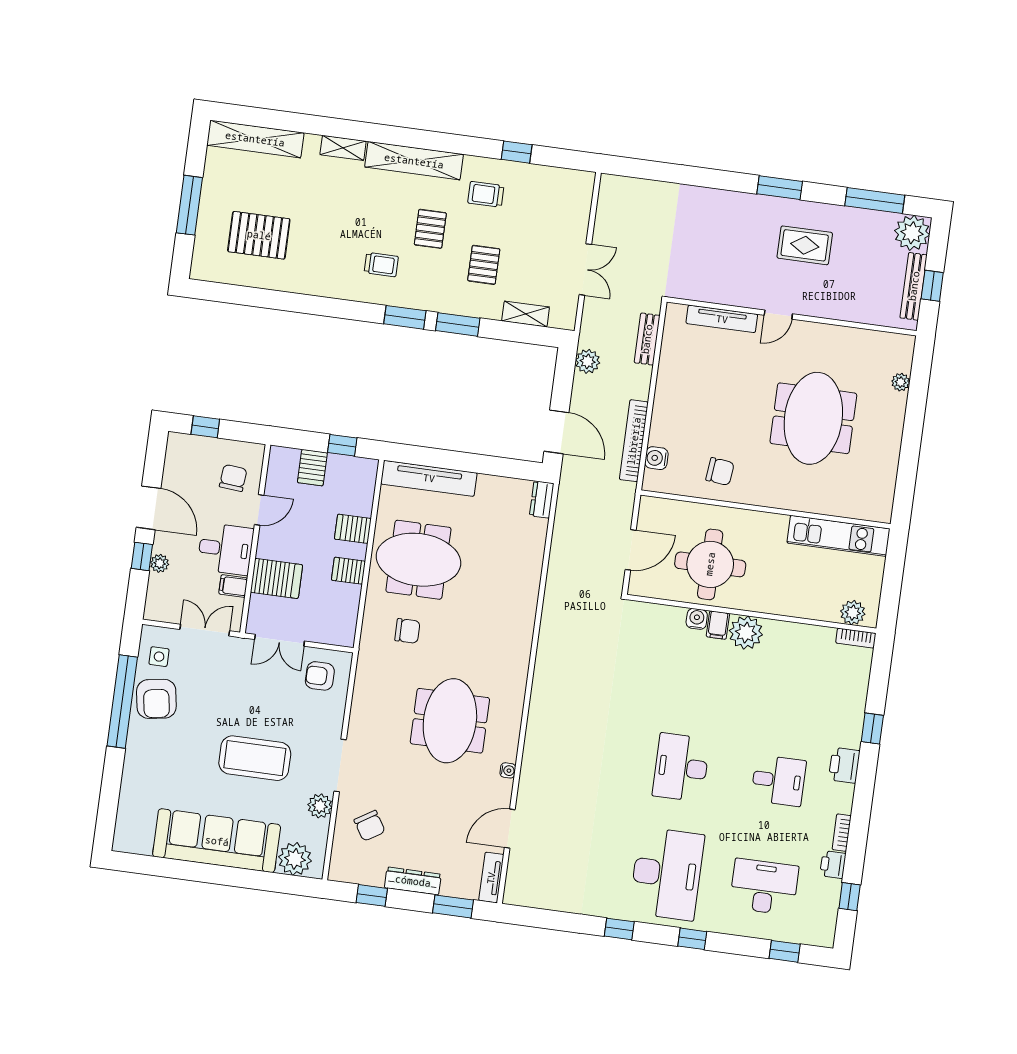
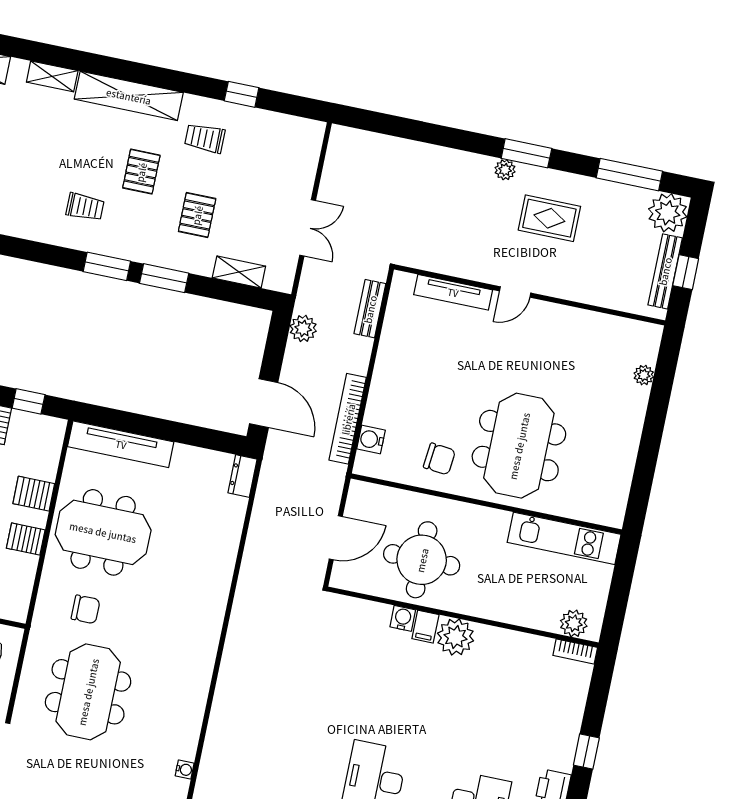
plant: (761, 204) -> (505, 170), added
meeting table: (813, 418) -> (519, 446), moved
meeting table: (450, 721) -> (88, 692), moved

